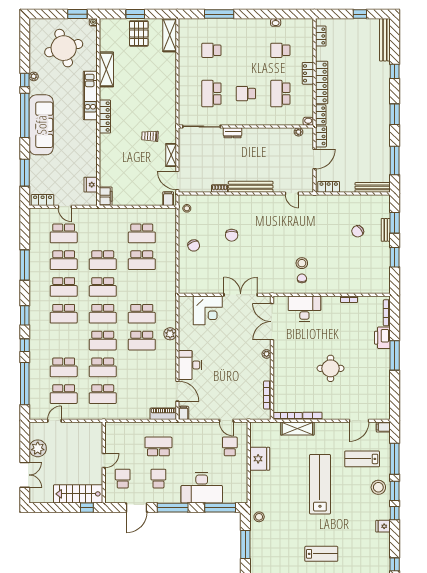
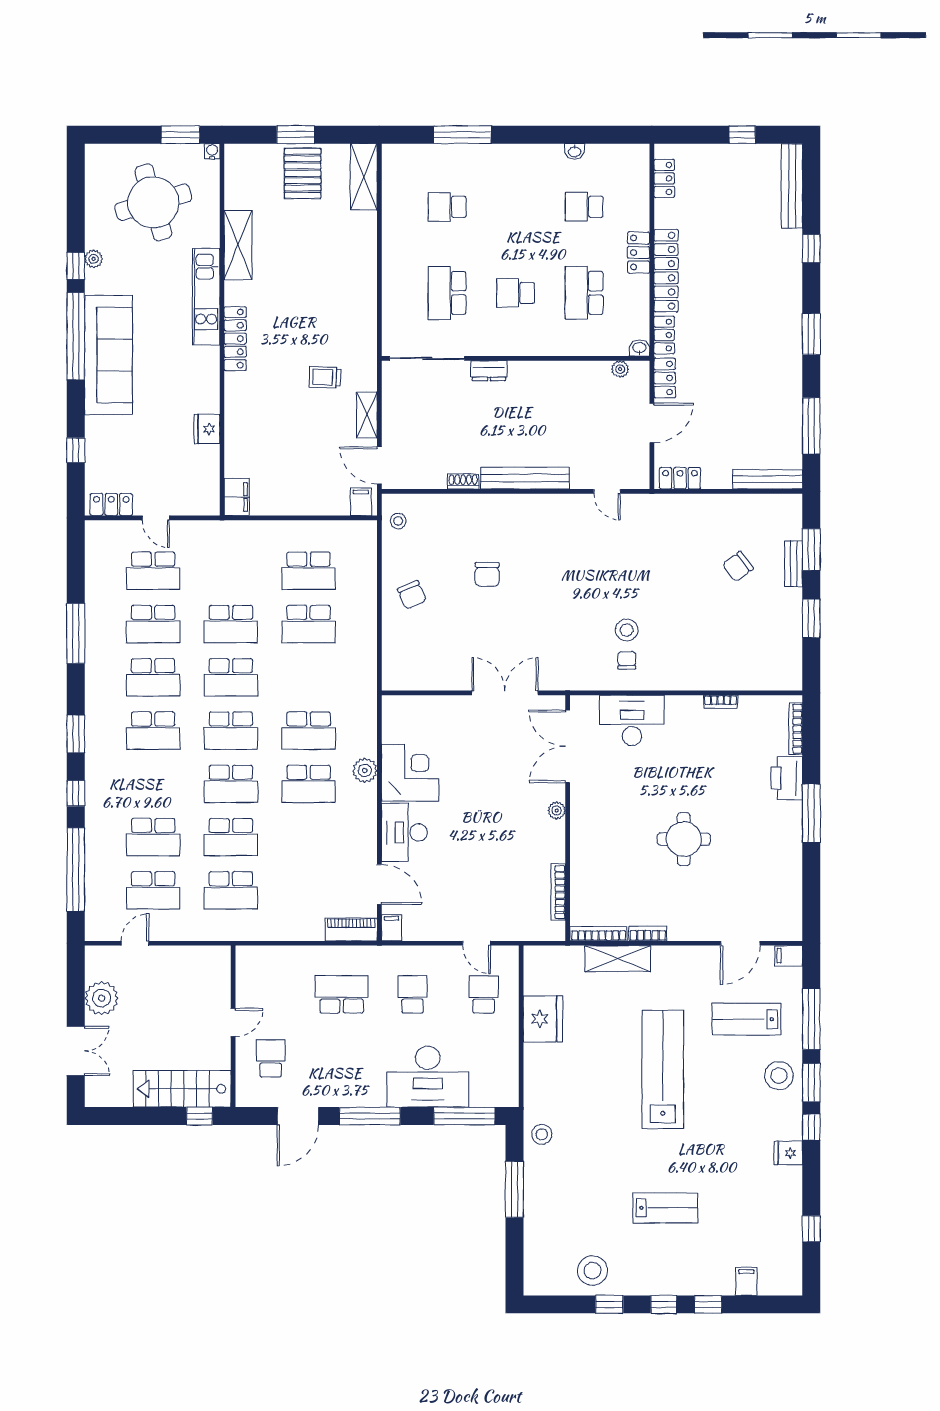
window: (25, 173) -> (76, 450), width x0.46
fridge: (91, 185) -> (207, 429), moved
corner desk: (208, 310) -> (410, 773), moved, turned -90
school desk: (158, 479) -> (413, 994), moved

